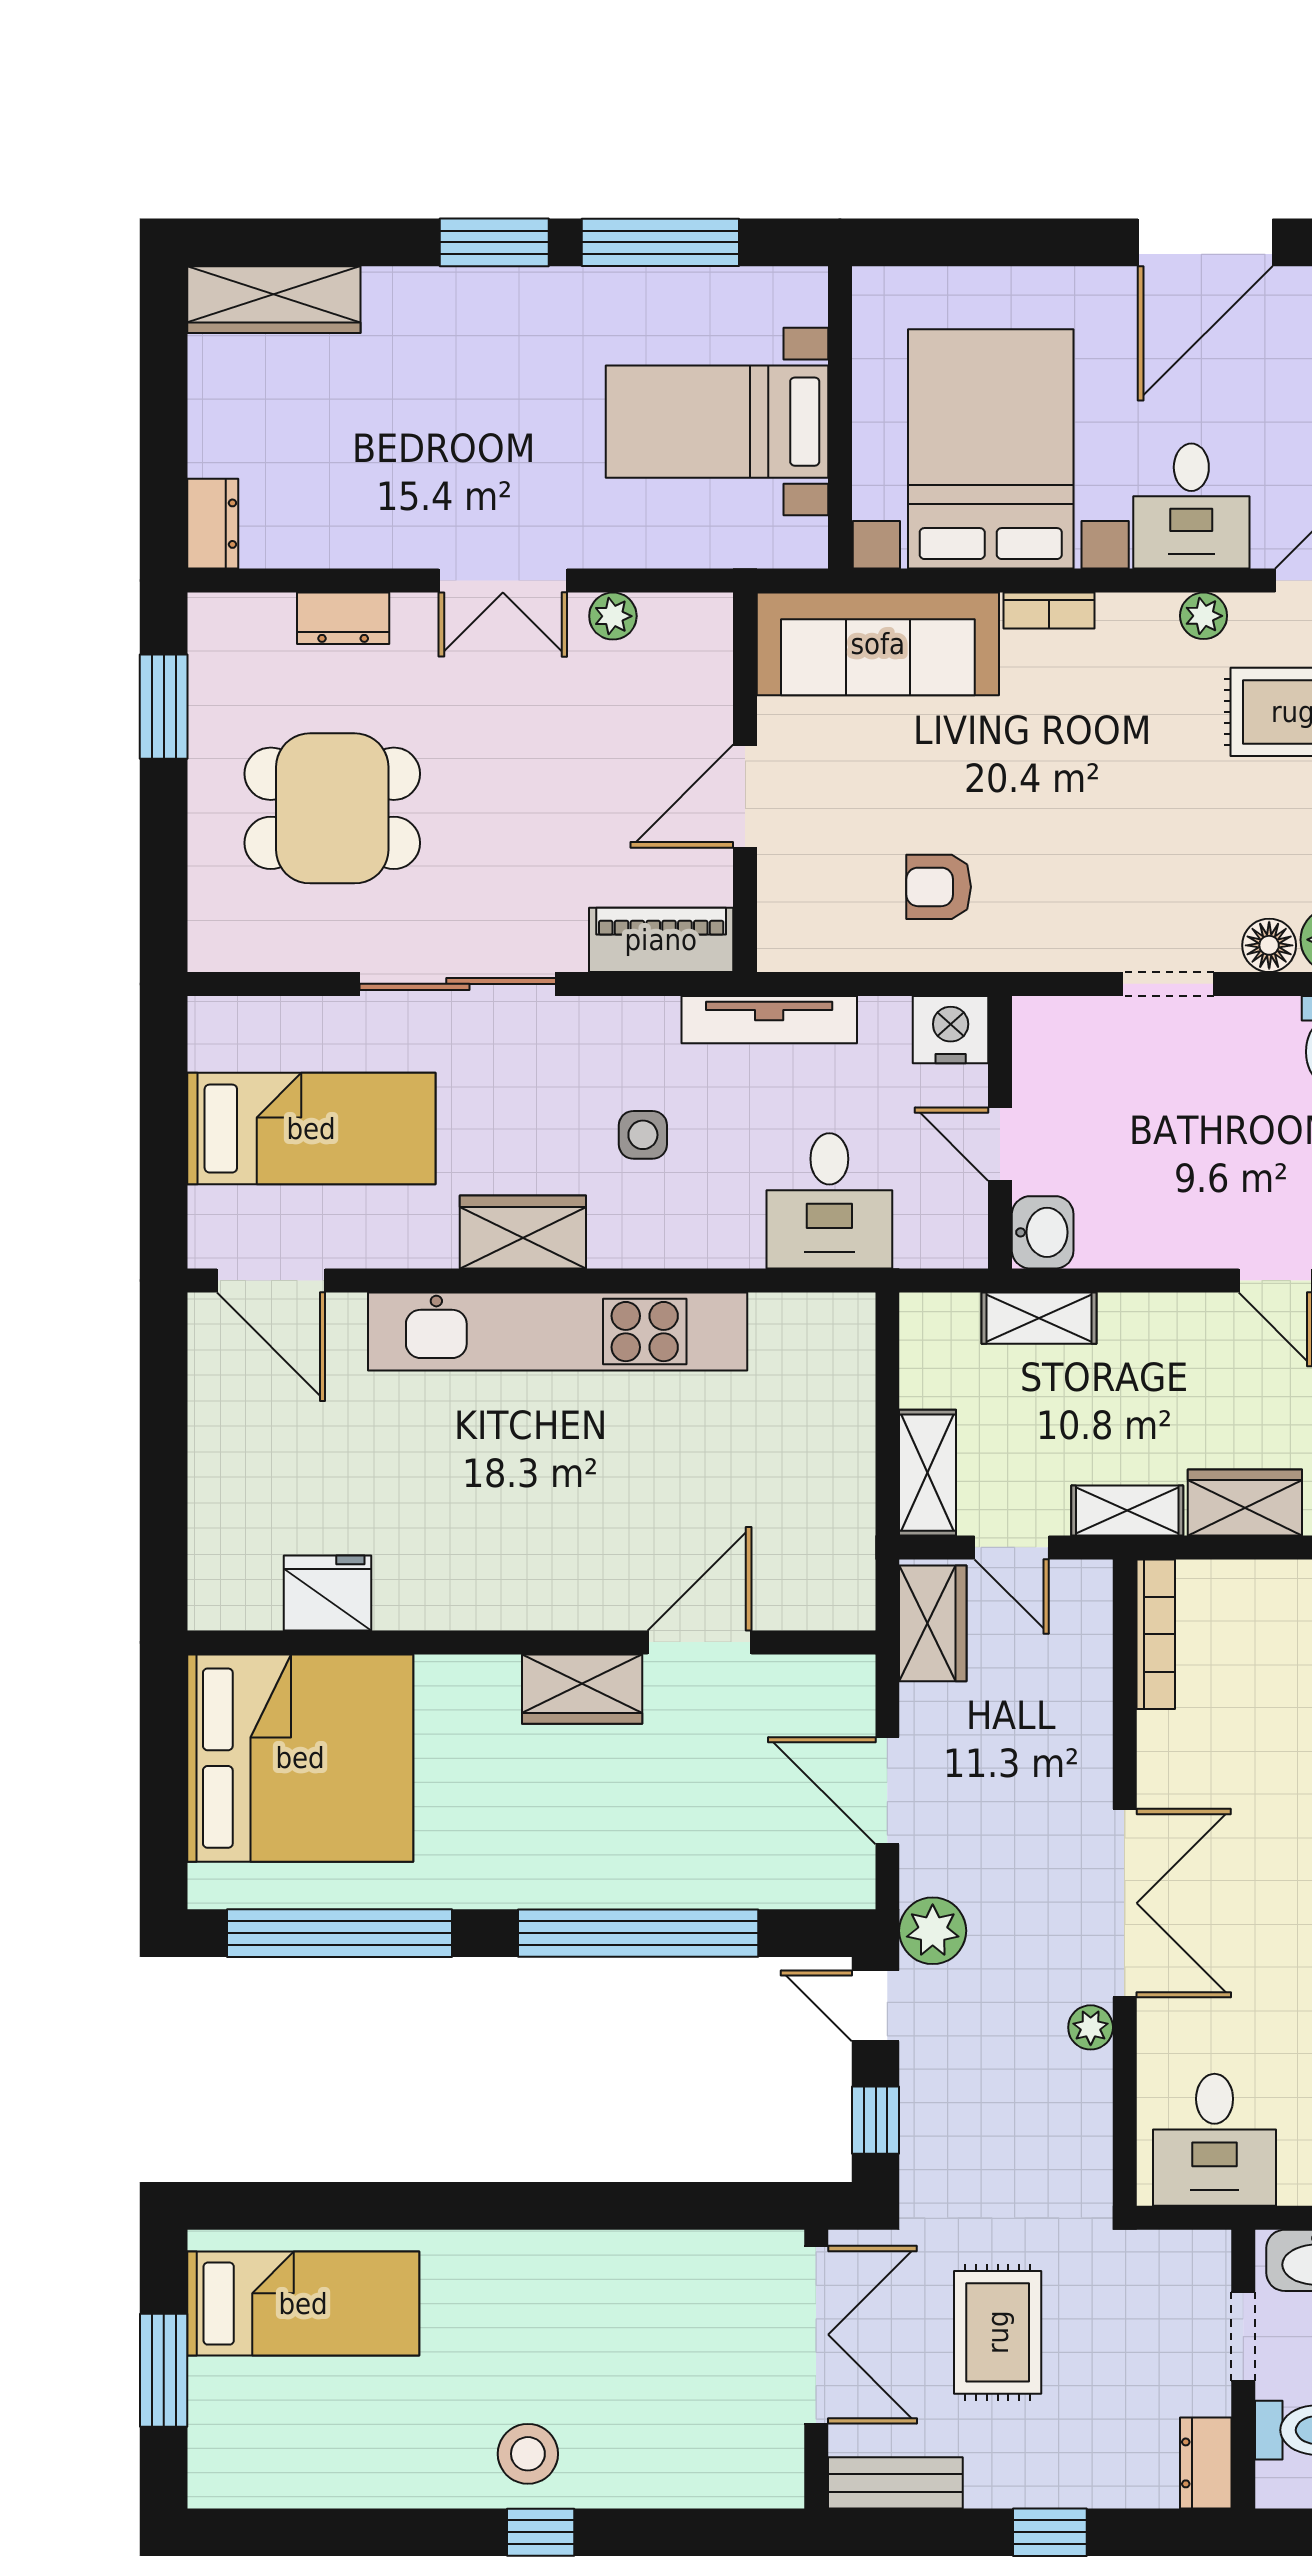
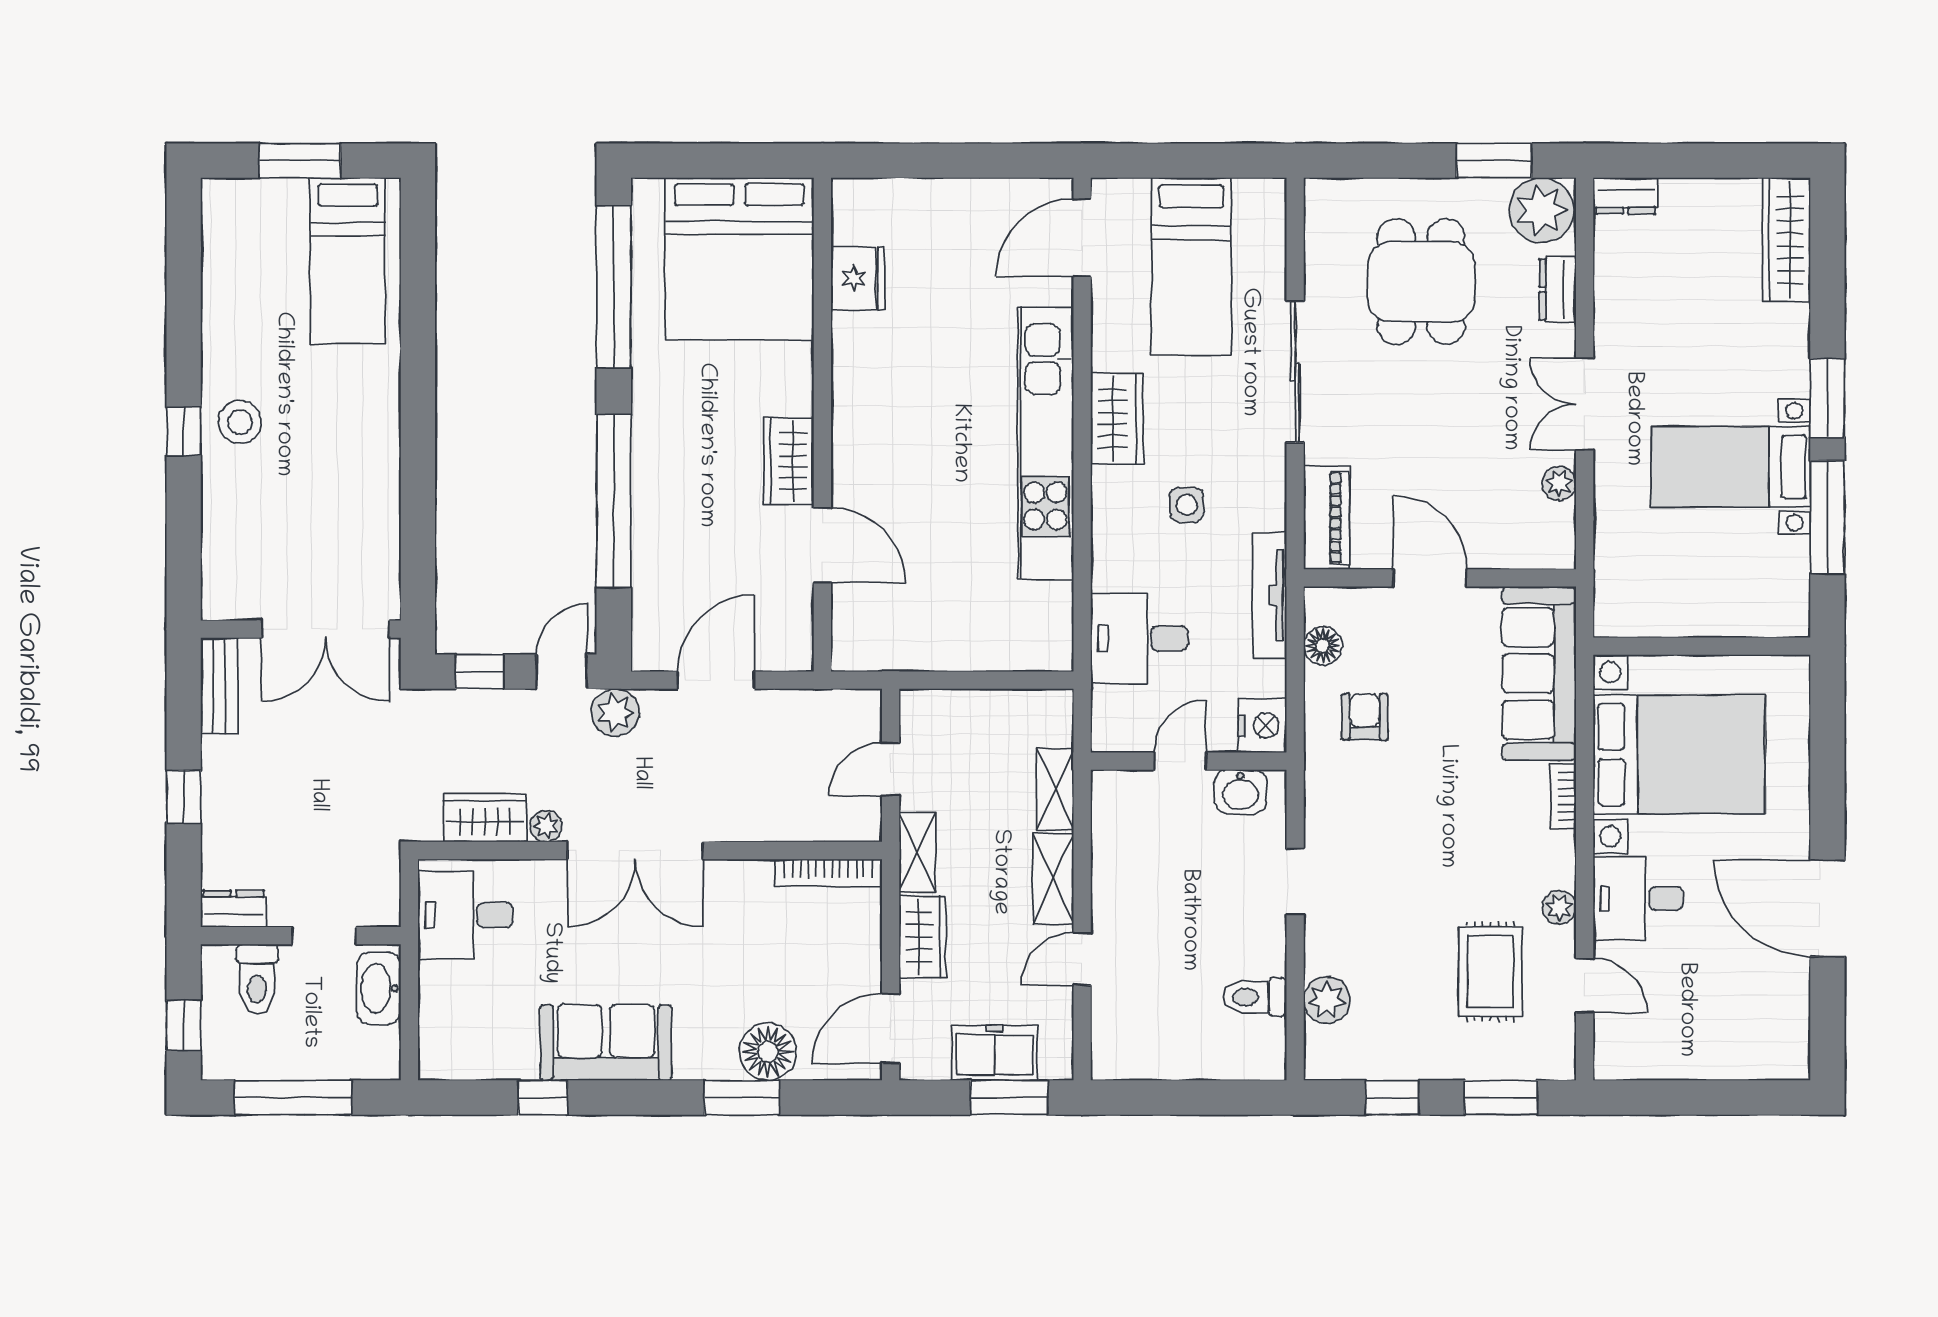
bed with nightstands: (717, 422) -> (1731, 467), moved, turned -90
plant: (233, 641) -> (1541, 210), added
floor lamp: (1269, 945) -> (1323, 646), moved
washbasin: (1043, 1232) -> (1240, 792), moved
shelving: (928, 1473) -> (1053, 879), moved, turned 90
wardrobe: (933, 1623) -> (485, 818), moved, turned 180
rug: (998, 2332) -> (327, 759), removed

